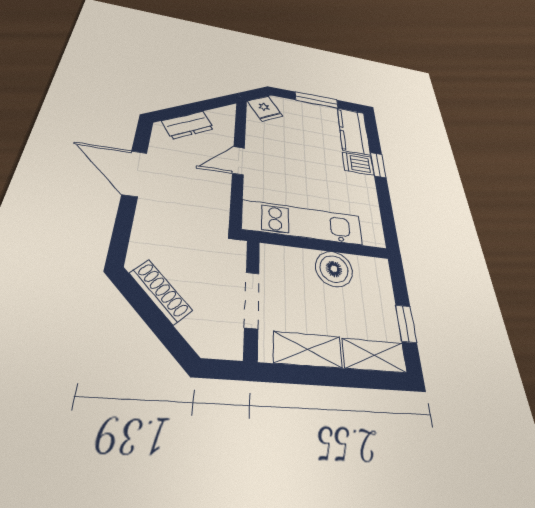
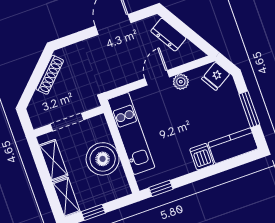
plant: (256, 141) -> (181, 82), added
door: (239, 161) -> (157, 78), hinge flipped
window: (378, 165) -> (161, 188), moved
boiler: (334, 269) -> (103, 159), width x1.37, depth x1.37

